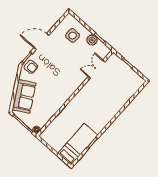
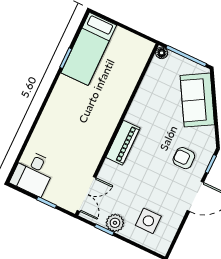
armchair: (31, 67) -> (184, 158), moved
double door: (97, 69) -> (87, 194), moved
desk: (131, 82) -> (33, 173), added
piano: (74, 85) -> (123, 143), added

